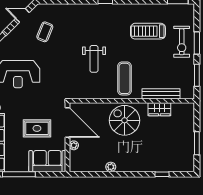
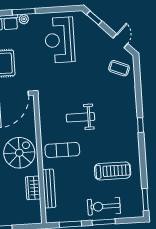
treadmill: (148, 31) -> (113, 171), turned 90
coffee table: (45, 32) -> (119, 68), moved

